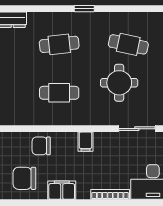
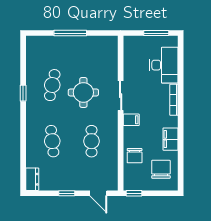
window: (84, 9) -> (23, 93), moved
sliding door: (137, 129) -> (121, 96), moved
chair: (24, 178) -> (161, 169), turned 180

